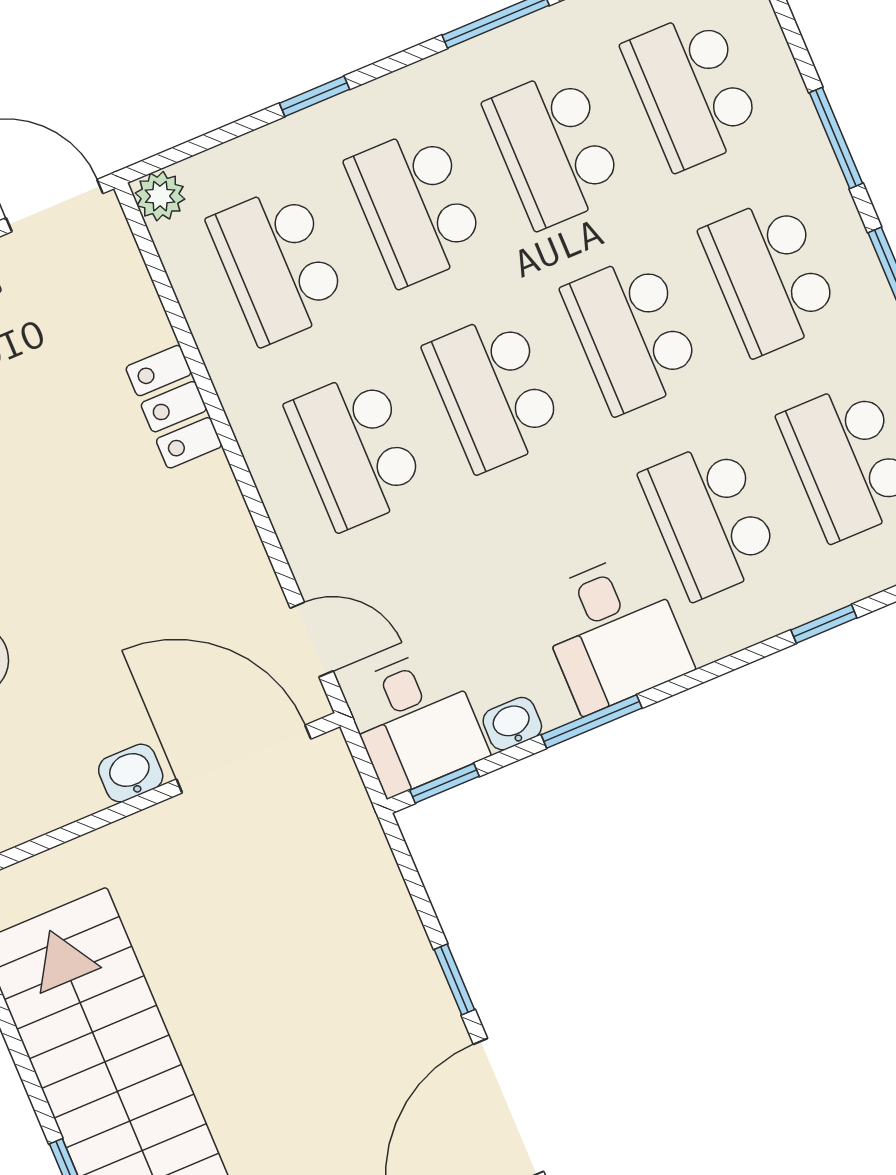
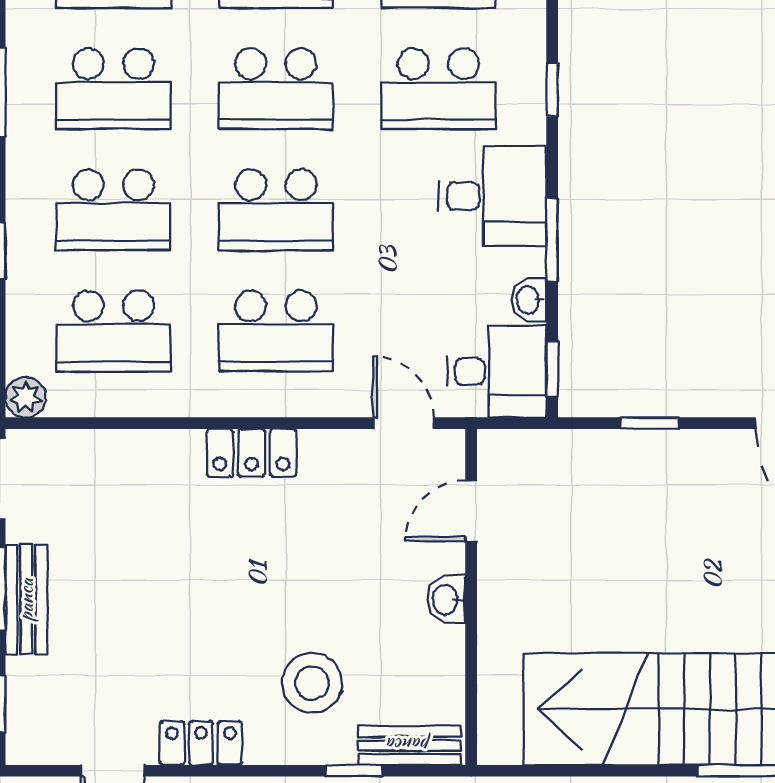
locker: (174, 407) -> (251, 453), moved
window: (824, 624) -> (552, 90), moved
door: (312, 640) -> (403, 423), hinge flipped
door: (244, 759) -> (471, 511), width x0.53
window: (454, 979) -> (649, 423), moved

